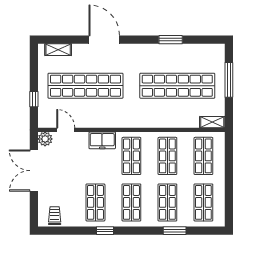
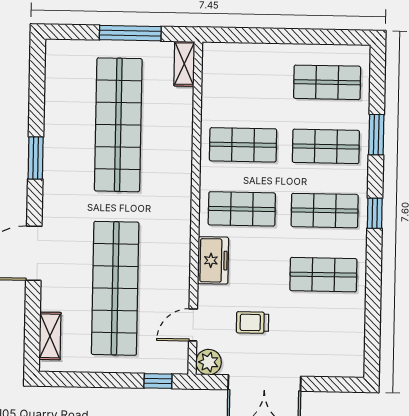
window: (171, 40) -> (36, 158), moved
window: (229, 80) -> (130, 33), moved
window: (34, 99) -> (158, 381), moved
shop shelf: (203, 156) -> (244, 81), removed
trolley: (55, 216) -> (253, 323), moved
window: (105, 231) -> (375, 213), moved

